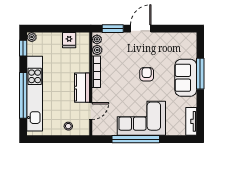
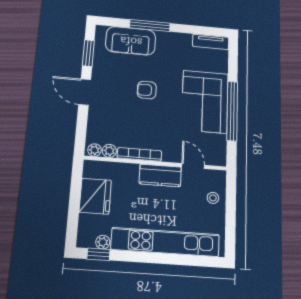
window: (113, 29) -> (88, 53), moved
plant: (32, 37) -> (103, 242), moved
fridge: (69, 40) -> (95, 196), width x1.88, depth x1.34
sofa: (186, 78) -> (131, 41), moved
window: (23, 95) -> (167, 259), removed

